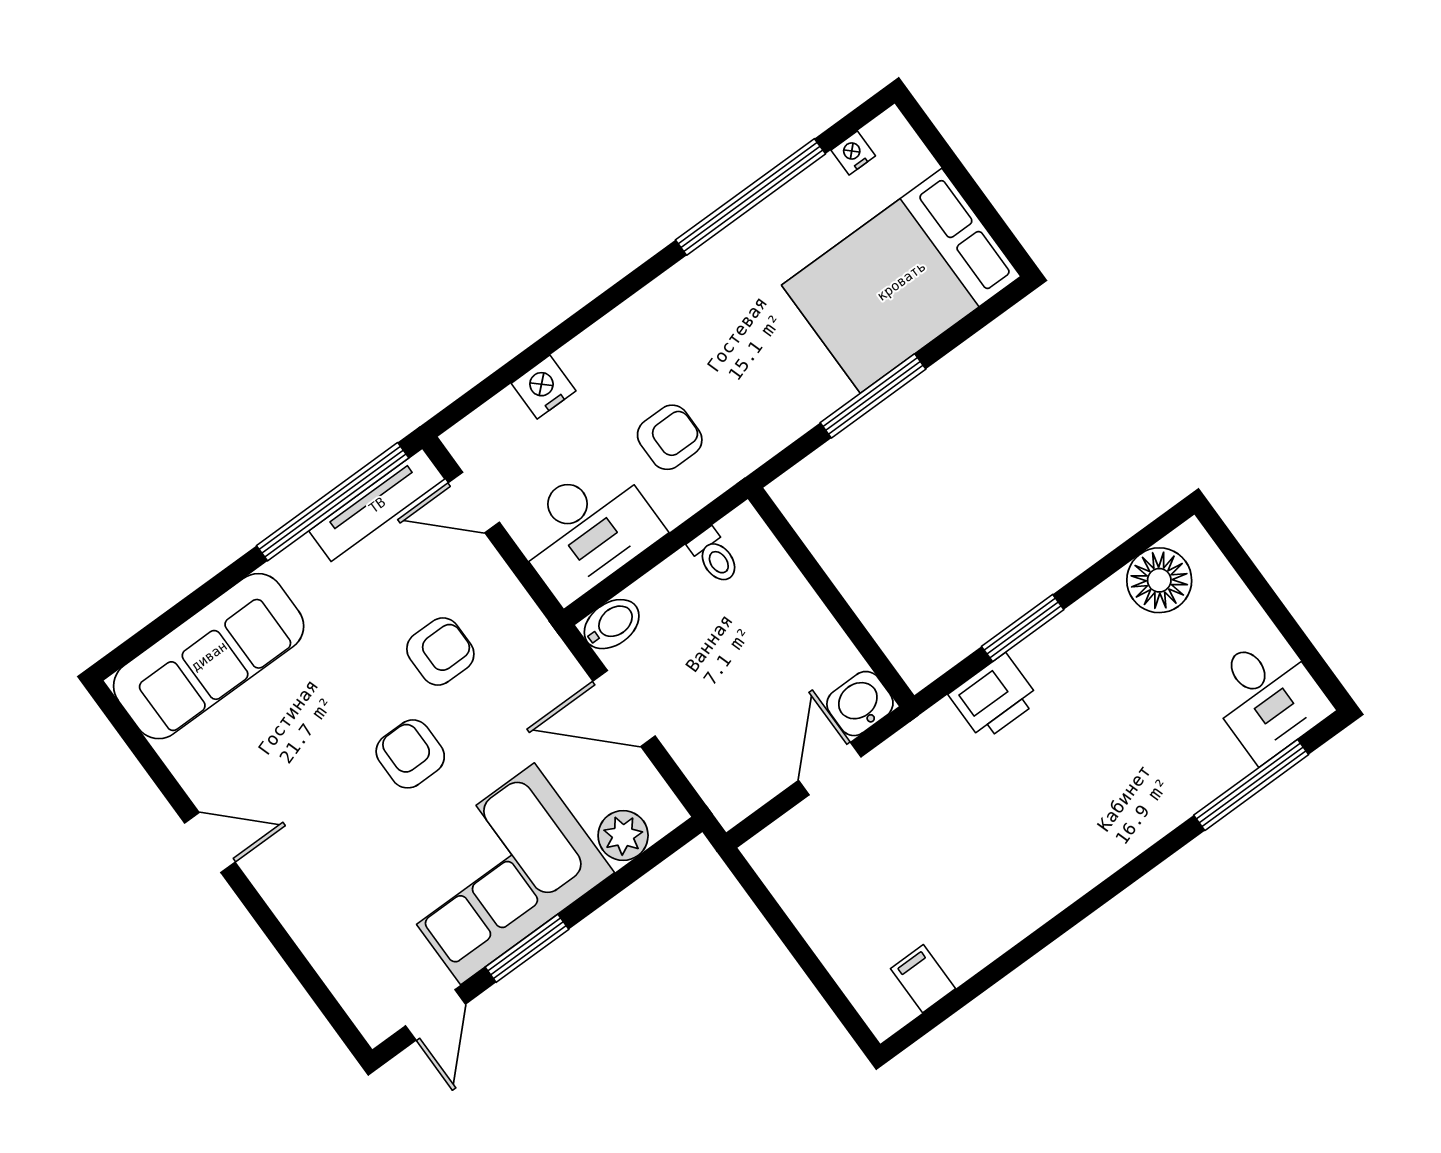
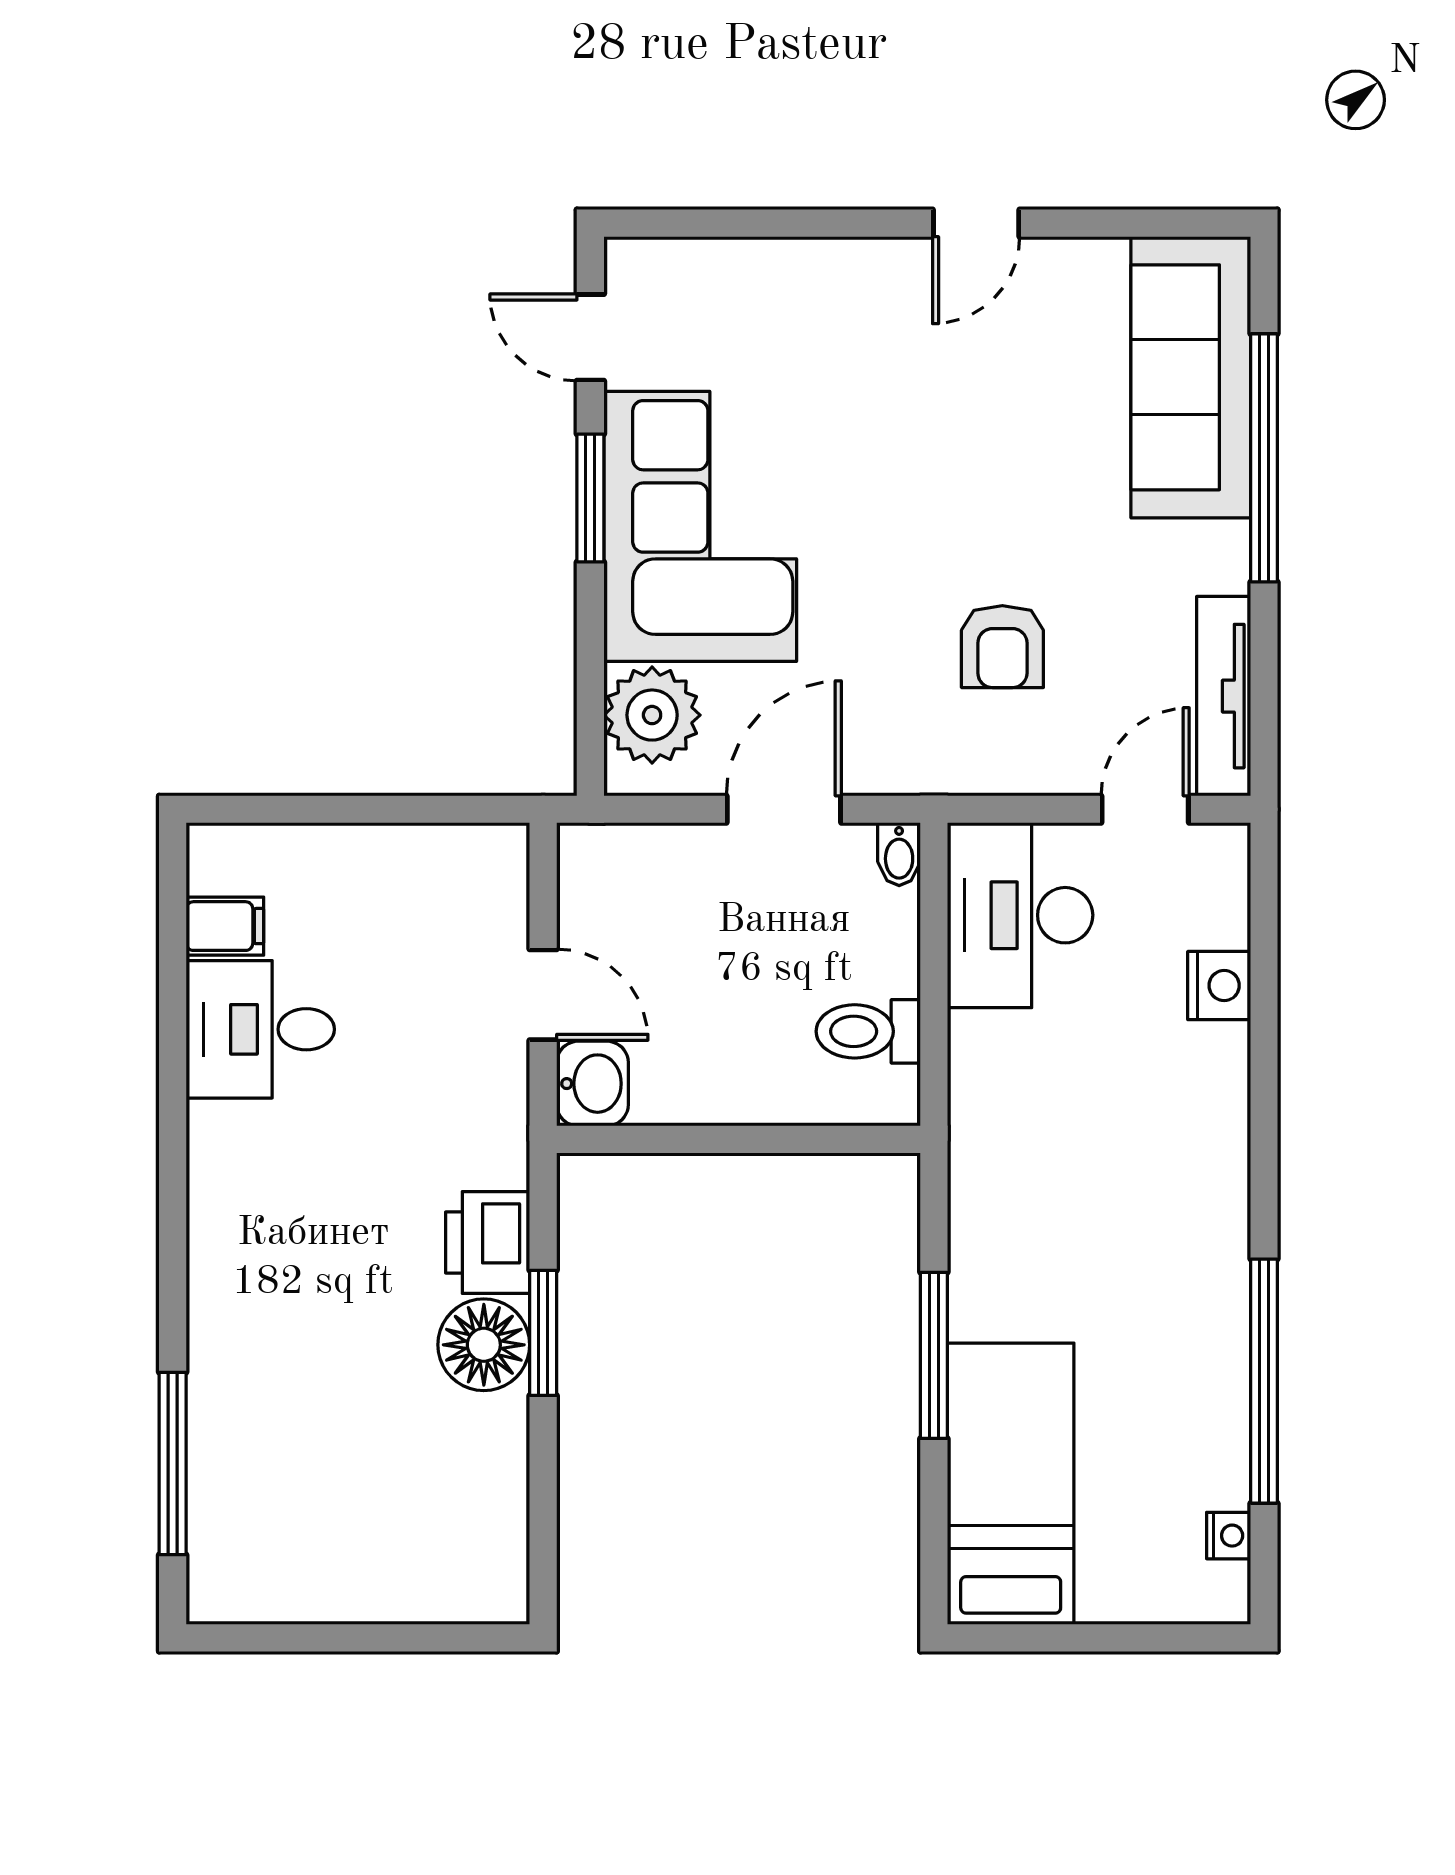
bed: (901, 281) -> (1011, 1484), width x0.67
armchair: (670, 437) -> (1056, 1088), removed
window: (333, 502) -> (1264, 458), moved
toilet: (714, 556) -> (868, 1031), width x1.37, depth x1.39
floor lamp: (1159, 580) -> (484, 1345), moved
bidet: (612, 624) -> (899, 854), width x0.72, depth x0.74
desk: (1267, 697) -> (260, 1029), moved
armchair: (410, 754) -> (910, 527), removed
plant: (623, 836) -> (652, 715), width x1.36, depth x1.36

